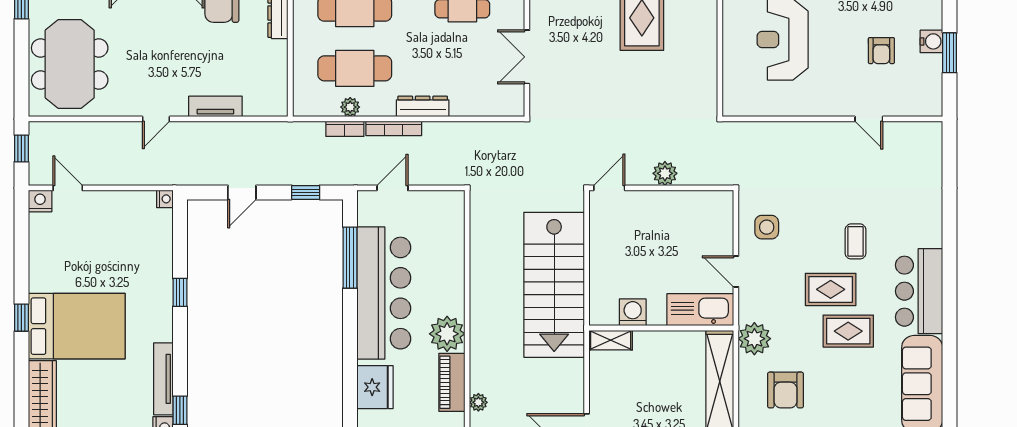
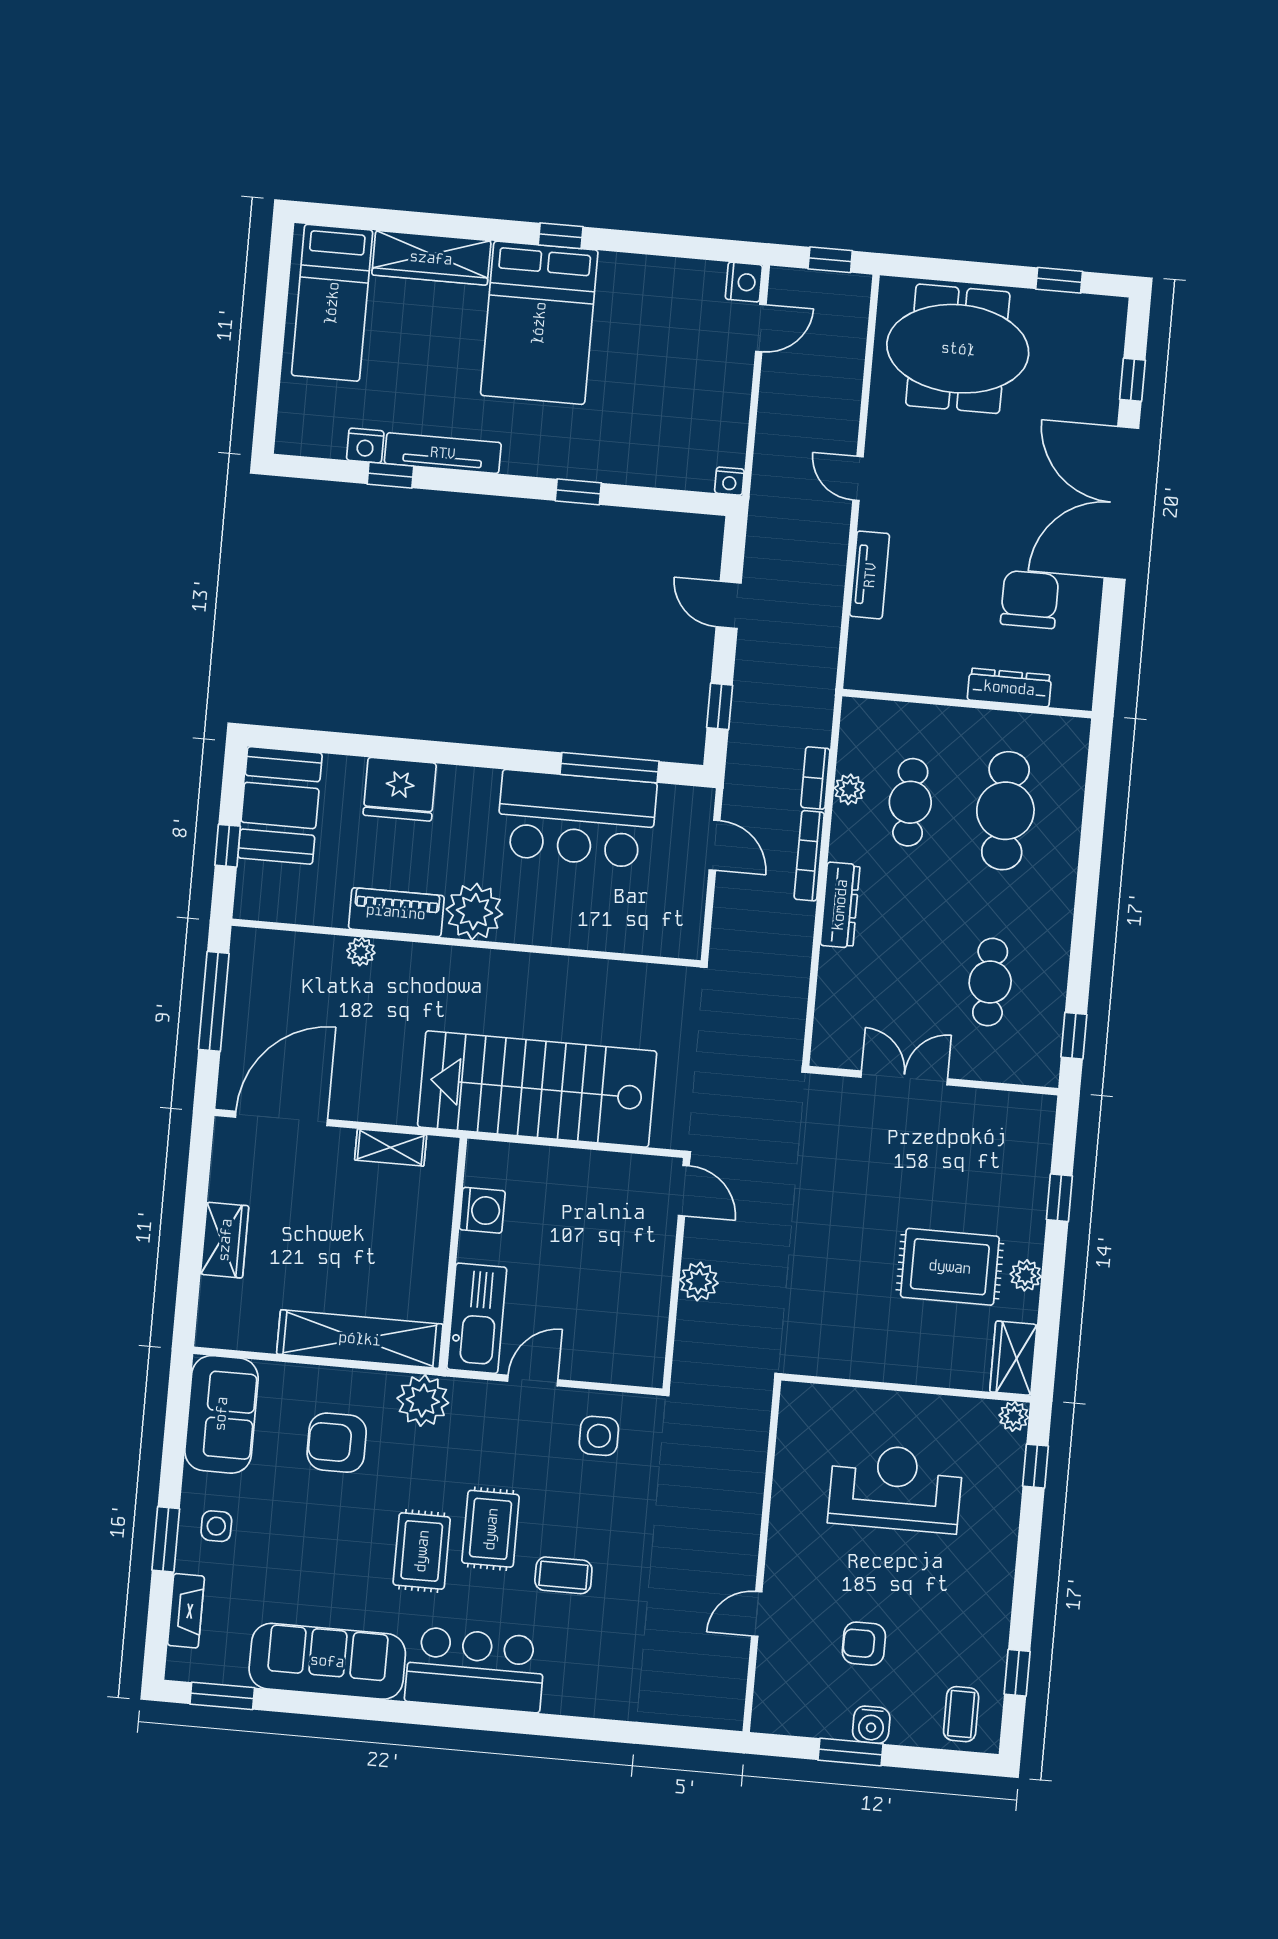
cafe table: (355, 68) -> (910, 802), width x0.73, depth x0.74
bar counter: (384, 293) -> (576, 819), width x0.73
shelving: (611, 340) -> (391, 1147), moved, turned 90

